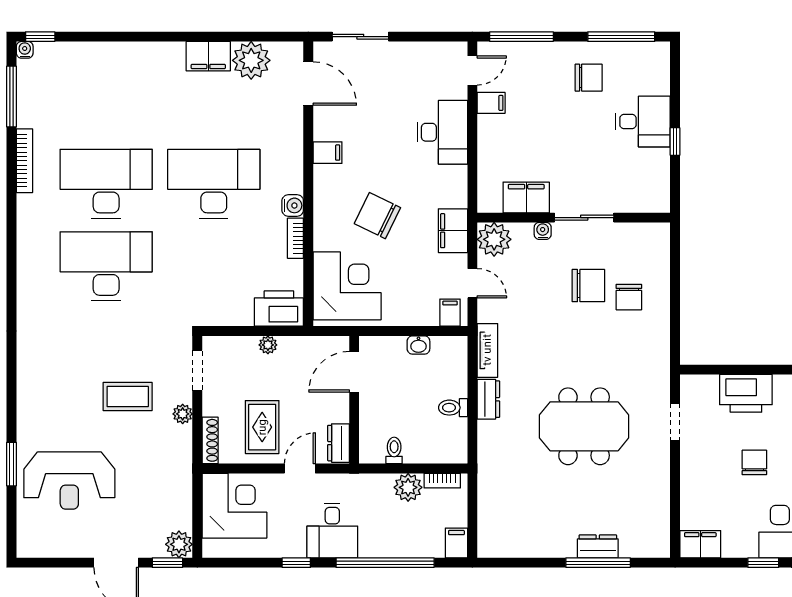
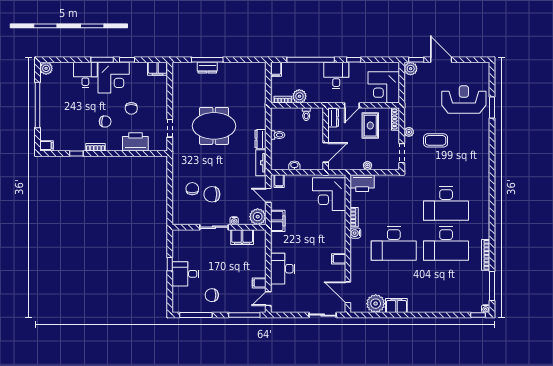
chair: (377, 216) -> (314, 228), removed

